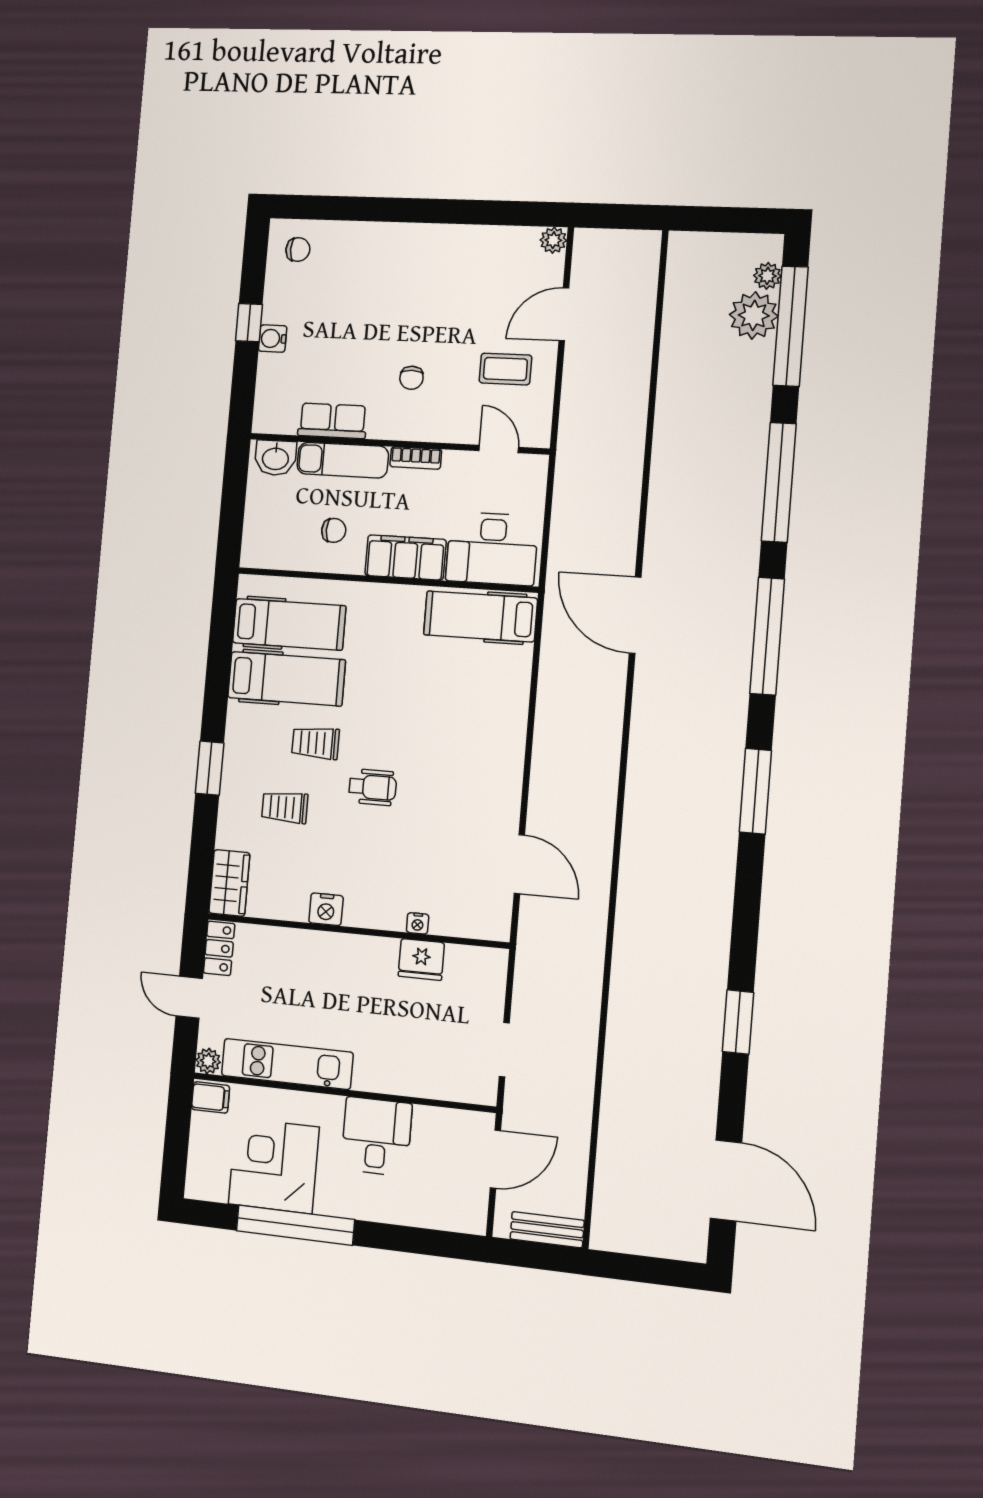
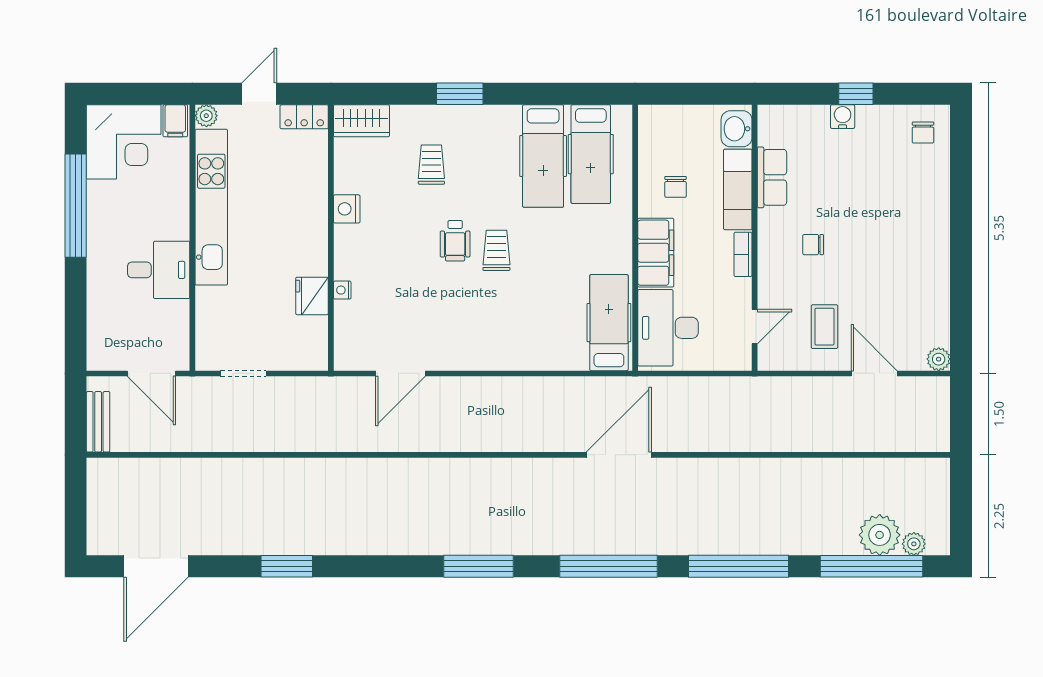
trolley: (316, 743) -> (496, 250), moved
kitchen unit: (287, 1064) -> (211, 207), width x1.36
corner desk: (274, 1166) -> (124, 142), moved, turned 90

